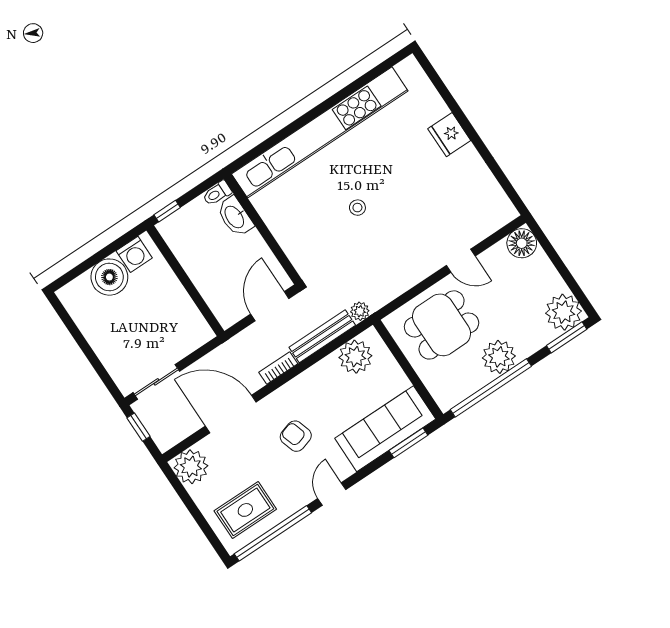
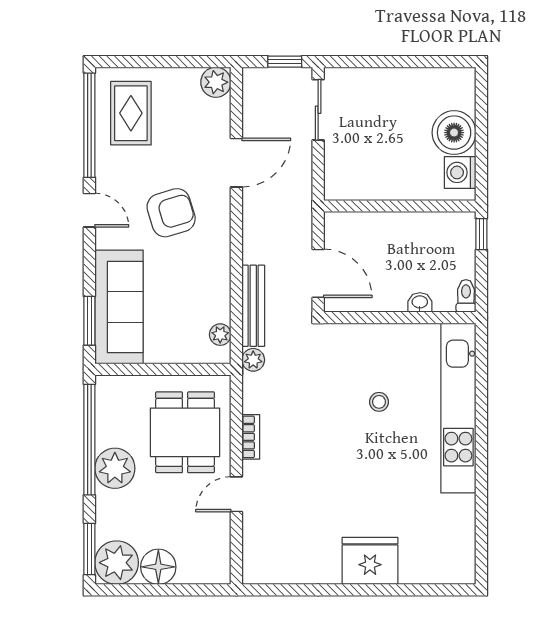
kitchen unit: (320, 132) -> (458, 408), width x0.73
fridge: (449, 135) -> (370, 561), width x1.36, depth x1.34
stool: (357, 208) -> (379, 402), moved
washbasin: (235, 217) -> (420, 302), width x0.52, depth x0.69
floor lamp: (522, 243) -> (158, 567), moved
plant: (355, 357) -> (220, 335), width x0.53, depth x0.53
bookcase: (278, 368) -> (251, 437), moved
door: (231, 414) -> (236, 163), width x0.73
armchair: (296, 436) -> (171, 213), width x1.38, depth x1.38
plant: (191, 467) -> (216, 82), width x0.73, depth x0.73

